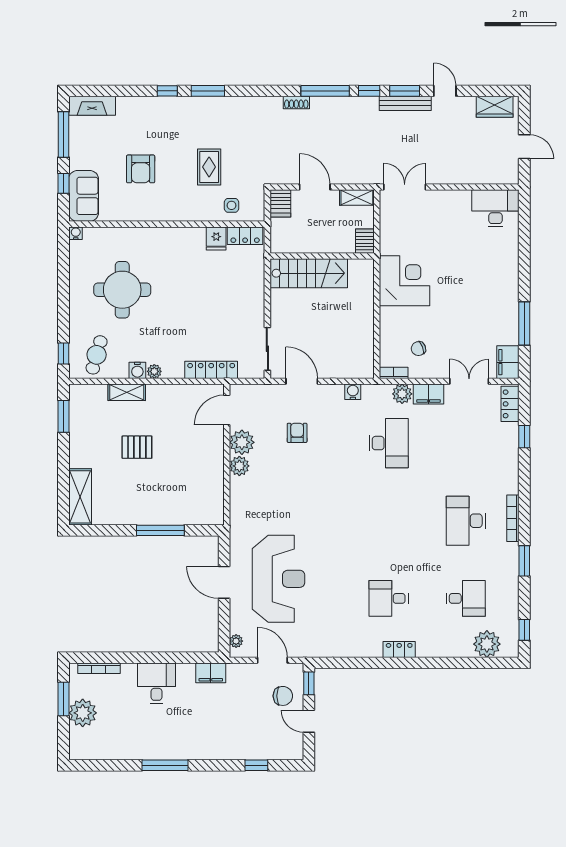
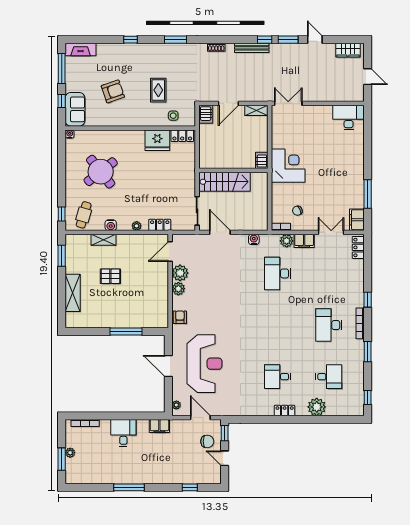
window: (208, 91) -> (175, 40), moved
window: (325, 91) -> (235, 40), removed
bench: (405, 103) -> (252, 48), moved
armchair: (141, 169) -> (113, 91), turned -109
door: (315, 187) -> (228, 103), swing flipped
fridge: (216, 238) -> (157, 140), width x1.88, depth x1.34
server rack: (365, 241) -> (262, 160), moved
wall: (322, 256) -> (233, 170), moved
stairs: (309, 273) -> (224, 182), moved
round table: (122, 290) -> (101, 172), turned -38
locker: (211, 370) -> (160, 225), width x0.66
plant: (154, 371) -> (137, 226), moved
armchair: (297, 433) -> (180, 317), moved
window: (524, 437) -> (368, 300), moved
desk: (389, 443) -> (278, 273), turned 180
shelving: (80, 497) -> (73, 293), moved
plant: (487, 644) -> (317, 407), moved
window: (63, 699) -> (62, 459), moved
plant: (83, 713) -> (70, 453), width x0.53, depth x0.53

